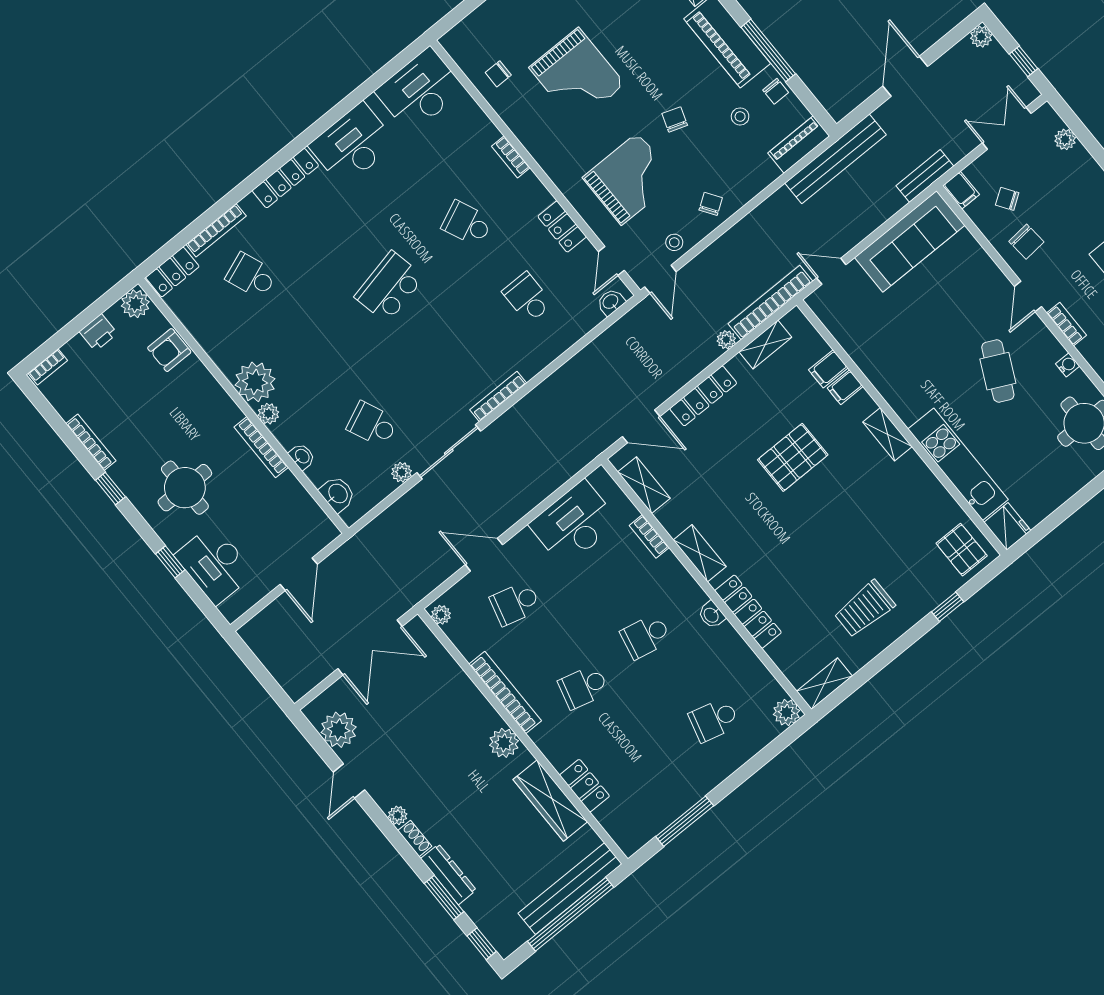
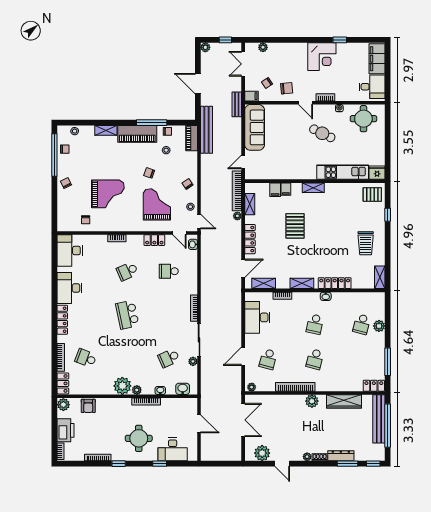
school desk: (251, 276) -> (86, 358), turned 42
printer: (98, 332) -> (66, 430), width x1.87, depth x1.48
plant: (786, 713) -> (379, 326), moved
locker: (585, 786) -> (374, 386), moved

